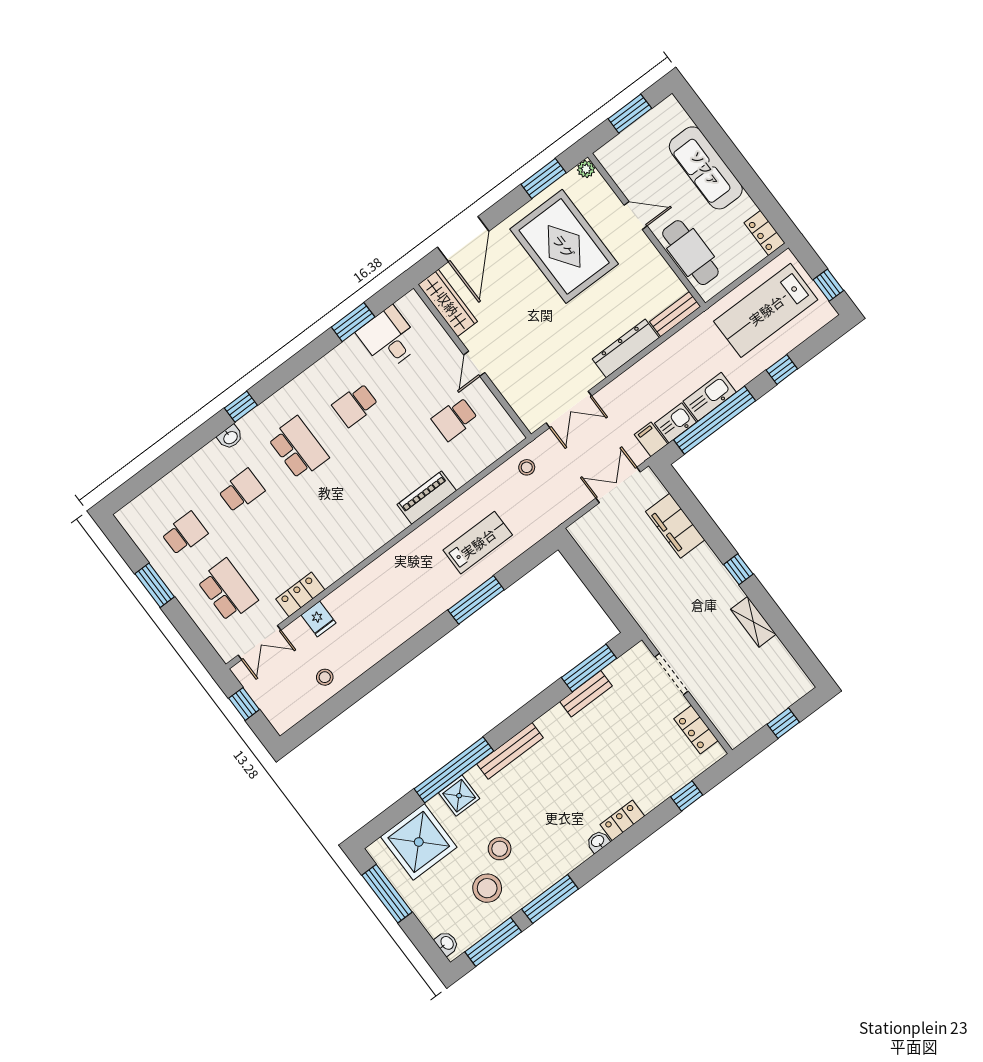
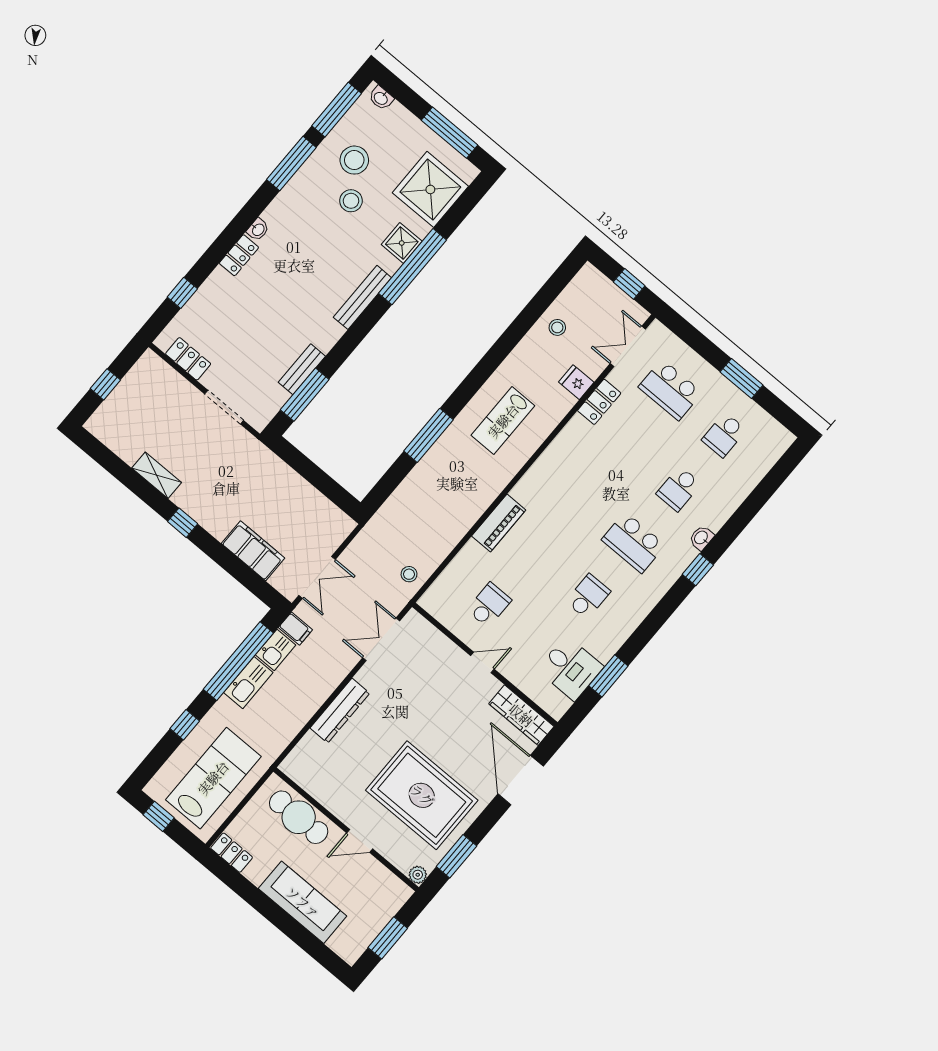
bench: (675, 314) -> (300, 755), removed
door: (474, 364) -> (482, 662), hinge flipped
lab bench: (478, 543) -> (503, 421), moved

